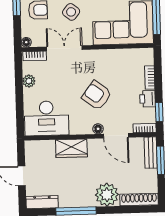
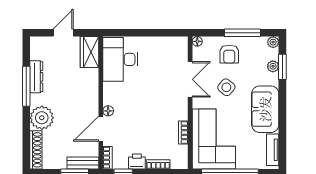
bookcase: (35, 56) -> (183, 132), moved
plant: (29, 81) -> (158, 43), removed
armchair: (97, 95) -> (142, 111), removed
wardrobe: (71, 148) -> (89, 52), moved
dresser: (42, 202) -> (36, 77), moved

